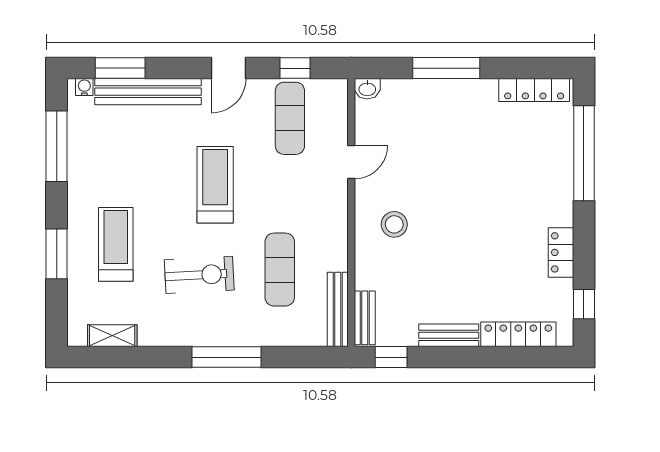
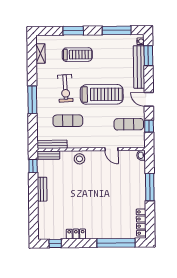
treadmill: (215, 185) -> (102, 94), width x1.37, depth x1.38
stool: (394, 224) -> (79, 159), moved
locker: (518, 334) -> (43, 217), removed

